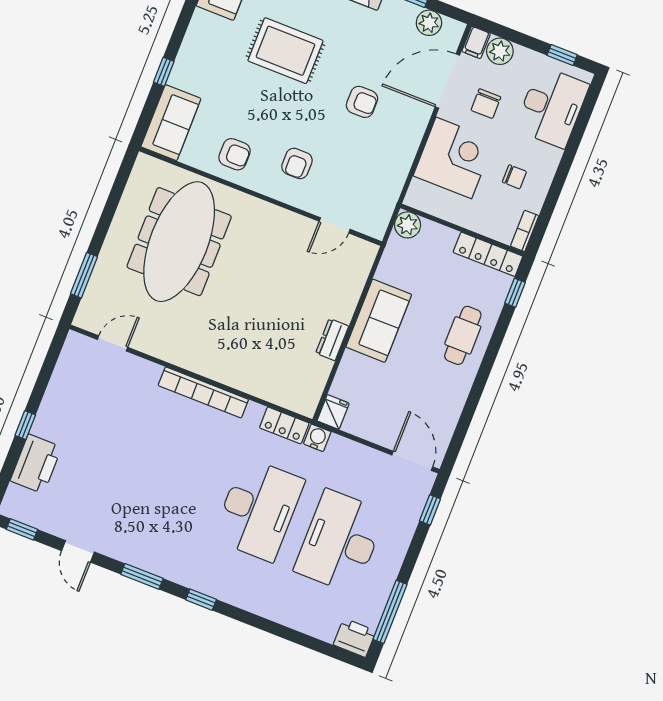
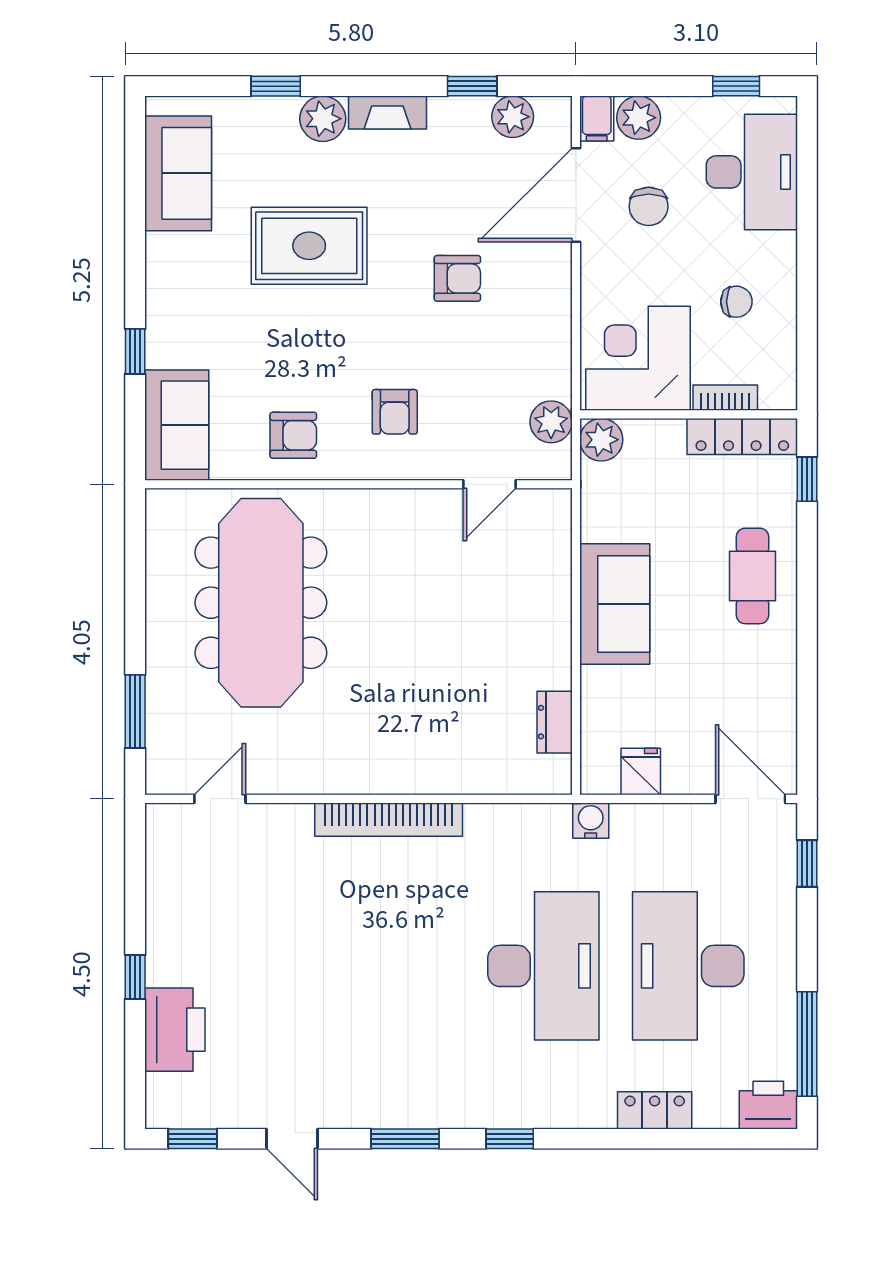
corner desk: (454, 158) -> (638, 358), moved, turned -90
plant: (383, 204) -> (551, 422), added
bookcase: (525, 231) -> (725, 398), moved, turned 90
dresser: (332, 340) -> (555, 722), moved
fridge: (333, 412) -> (641, 772), moved
locker: (284, 425) -> (655, 1110), moved, turned 180

